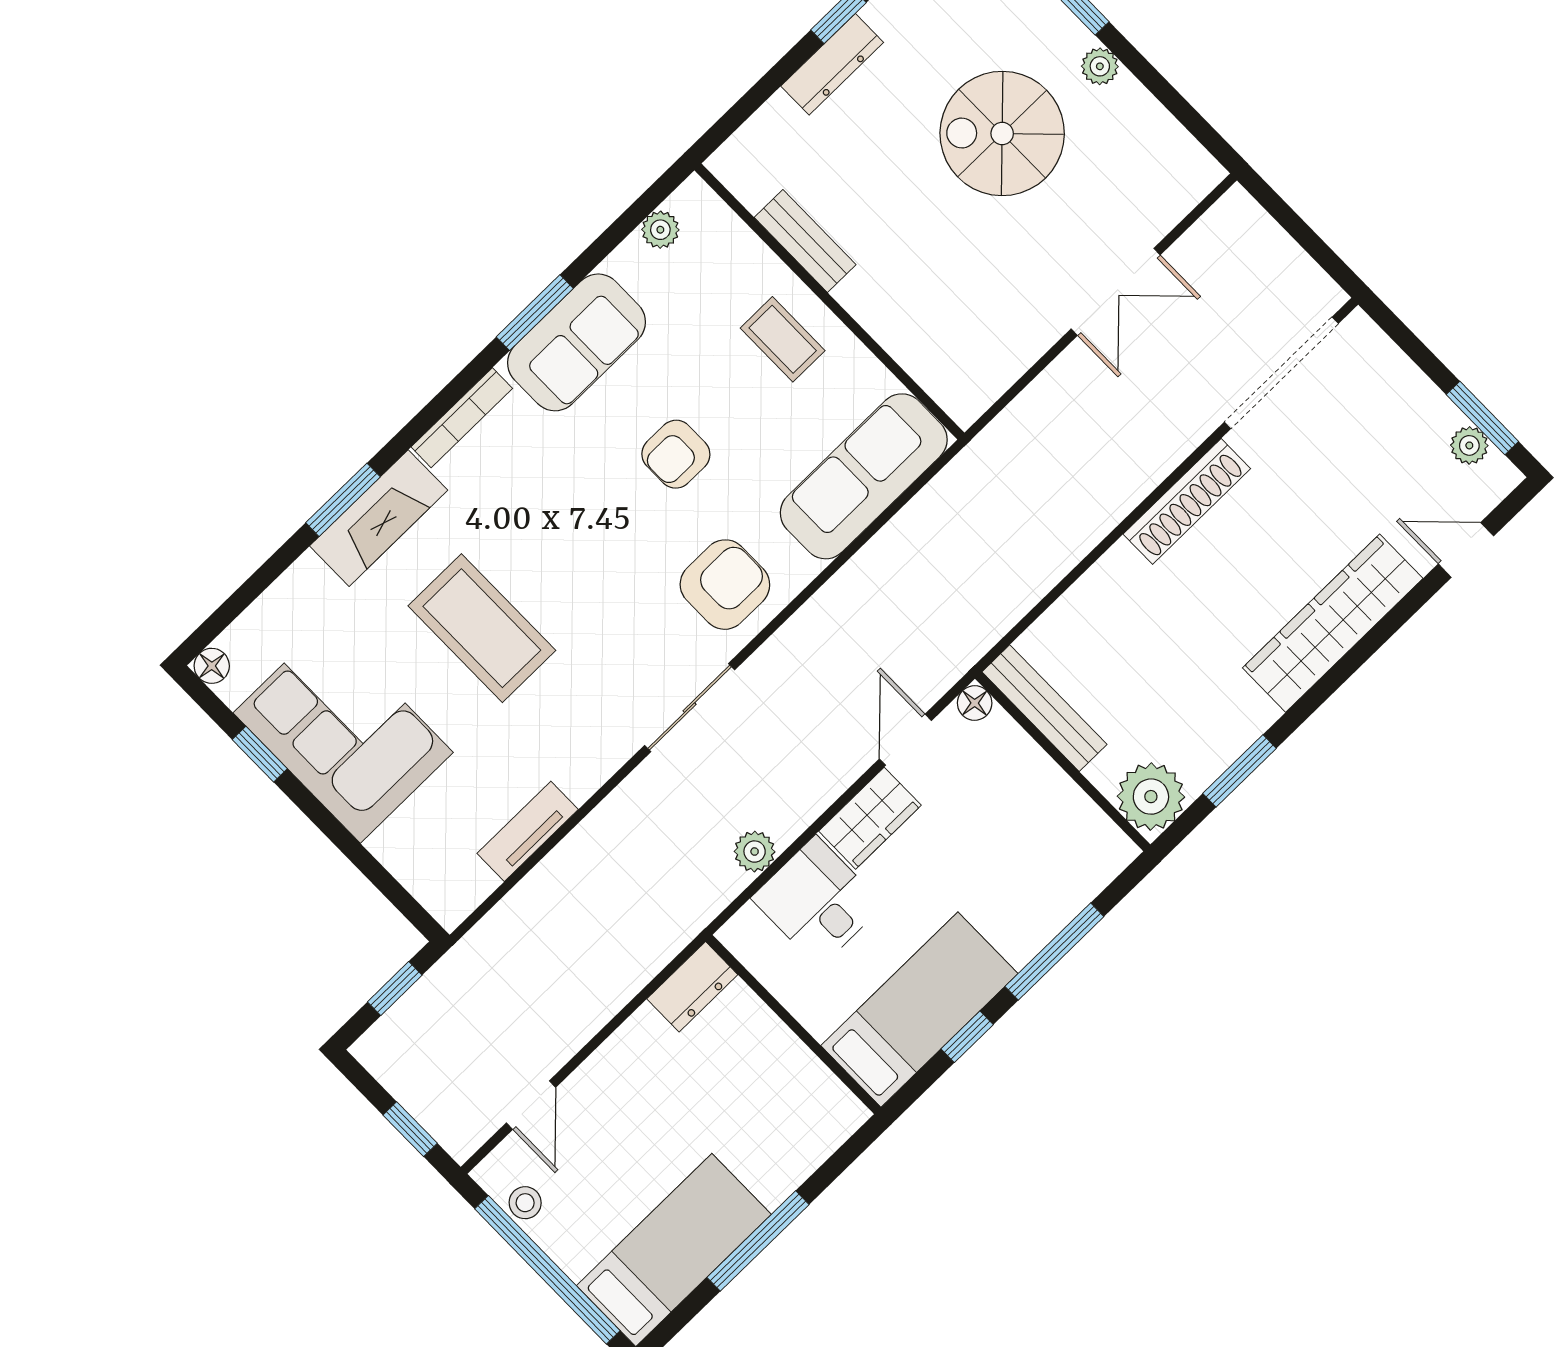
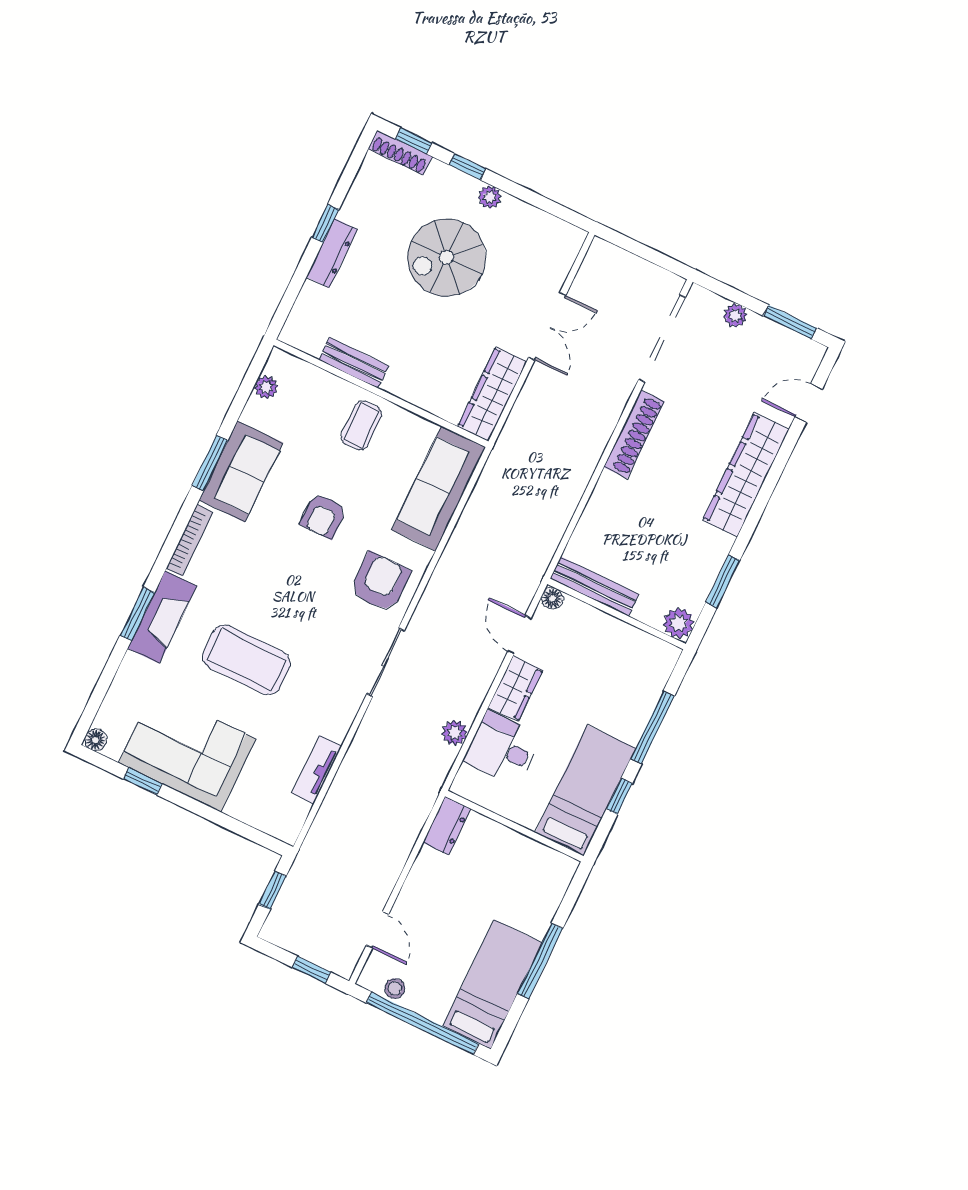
coffee table: (783, 339) -> (361, 426), turned 90
wardrobe: (996, 364) -> (492, 394), added
plant: (1469, 445) -> (735, 315), moved
plant: (1151, 797) -> (679, 623), width x0.73, depth x0.73

